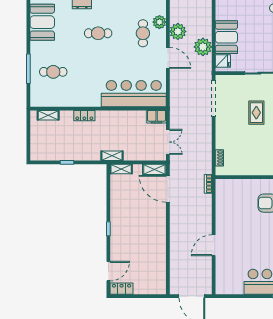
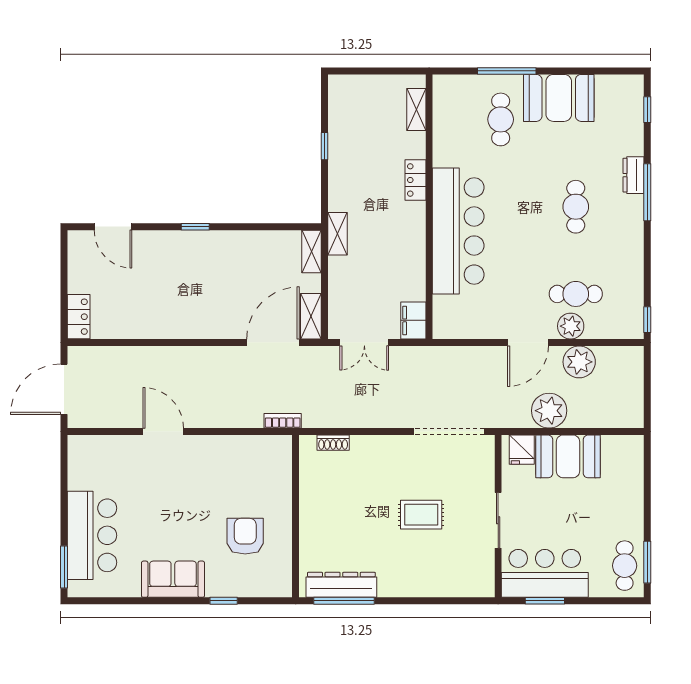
booth: (42, 22) -> (559, 98), moved
plant: (159, 22) -> (571, 326), moved
bar counter: (134, 94) -> (458, 231), moved
locker: (122, 289) -> (79, 317), moved

